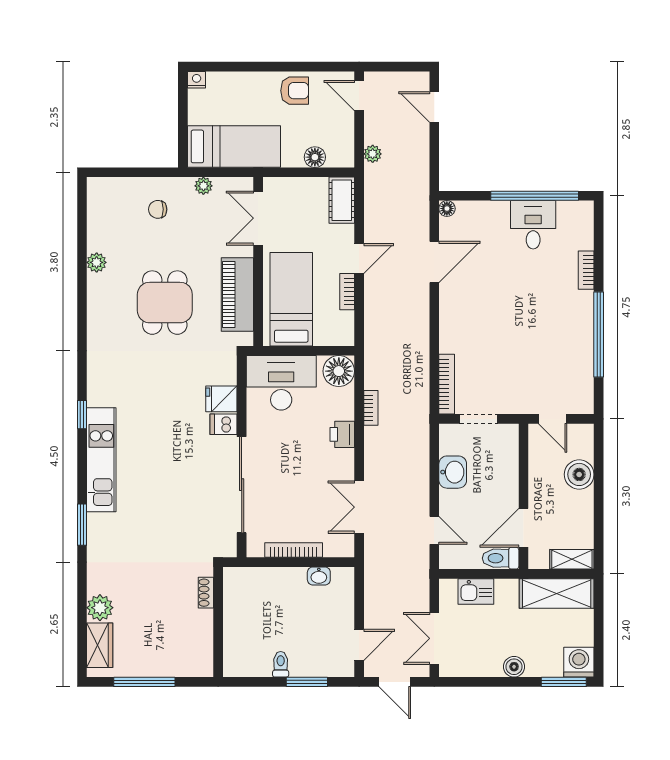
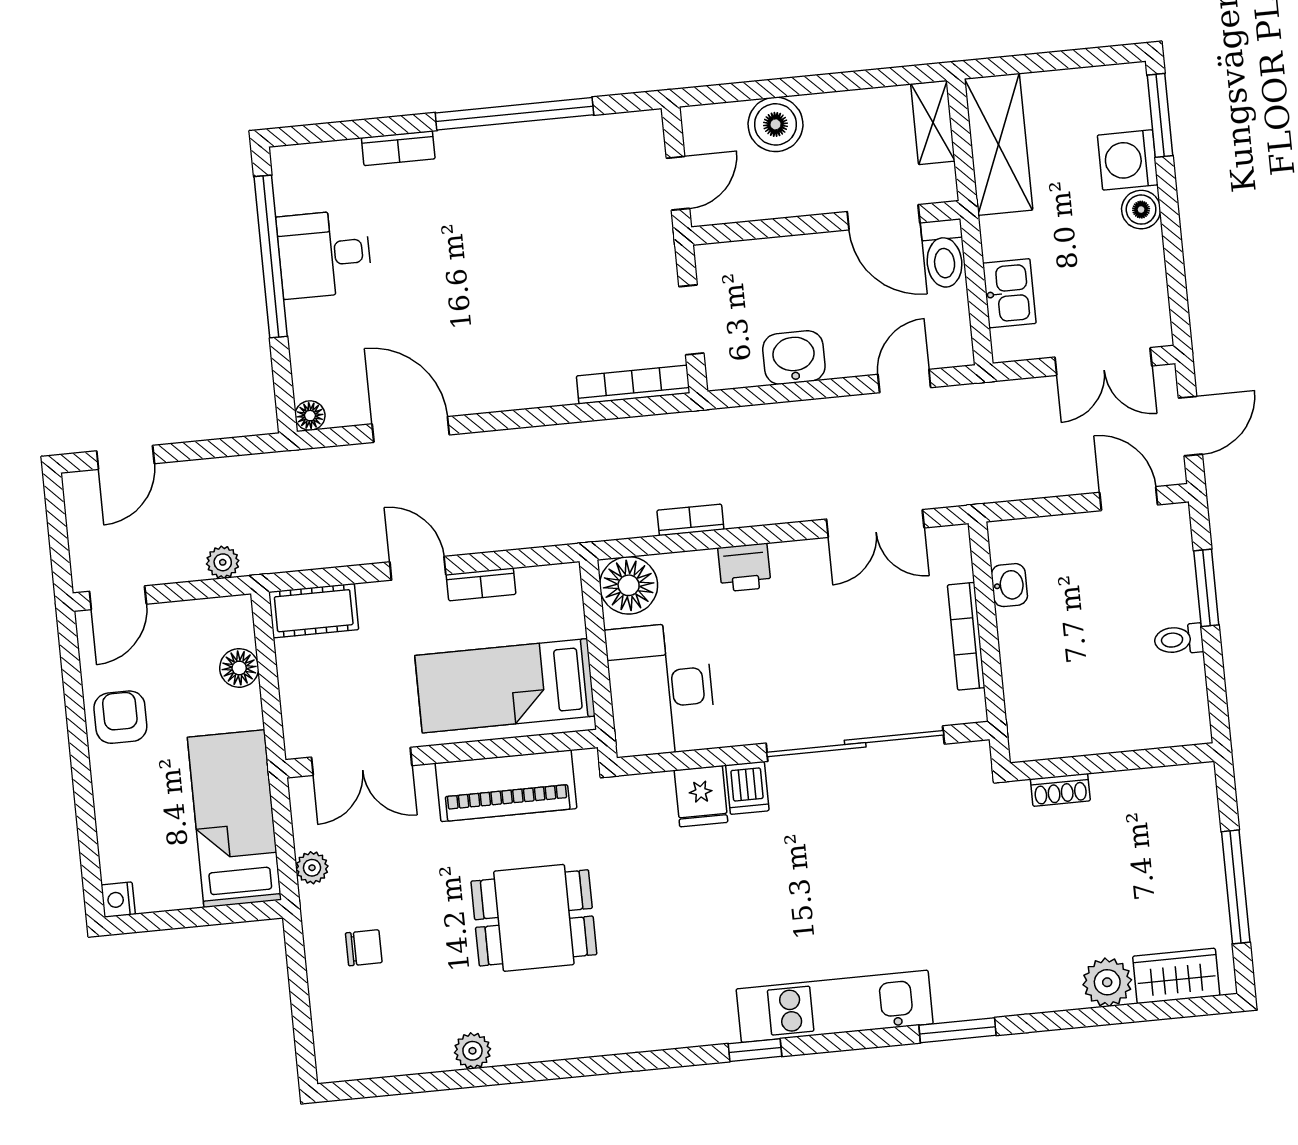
chair: (158, 209) -> (364, 948), turned -90
washing machine: (579, 662) -> (1128, 160), moved

